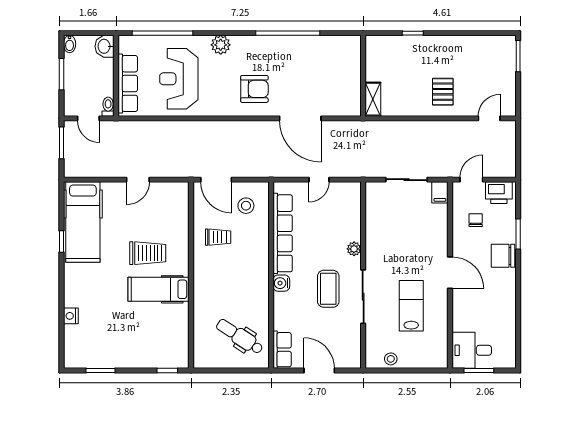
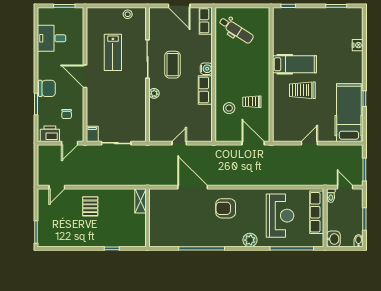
stool: (246, 206) -> (229, 108), moved
row of seats: (283, 233) -> (205, 90), width x0.50
desk: (472, 350) -> (52, 38), moved, turned 180

